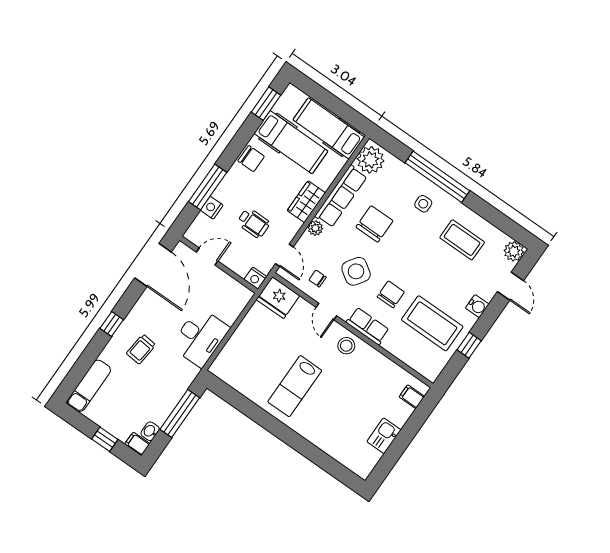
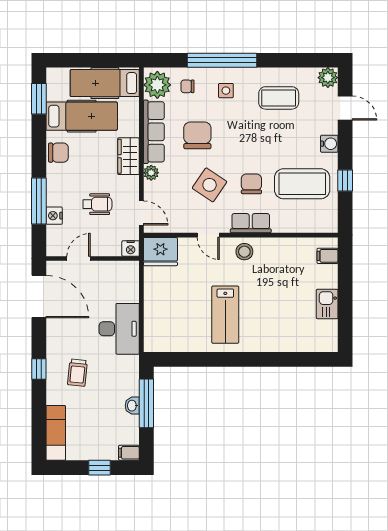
chair: (318, 279) -> (187, 86), moved
washbasin: (150, 431) -> (132, 406), moved

